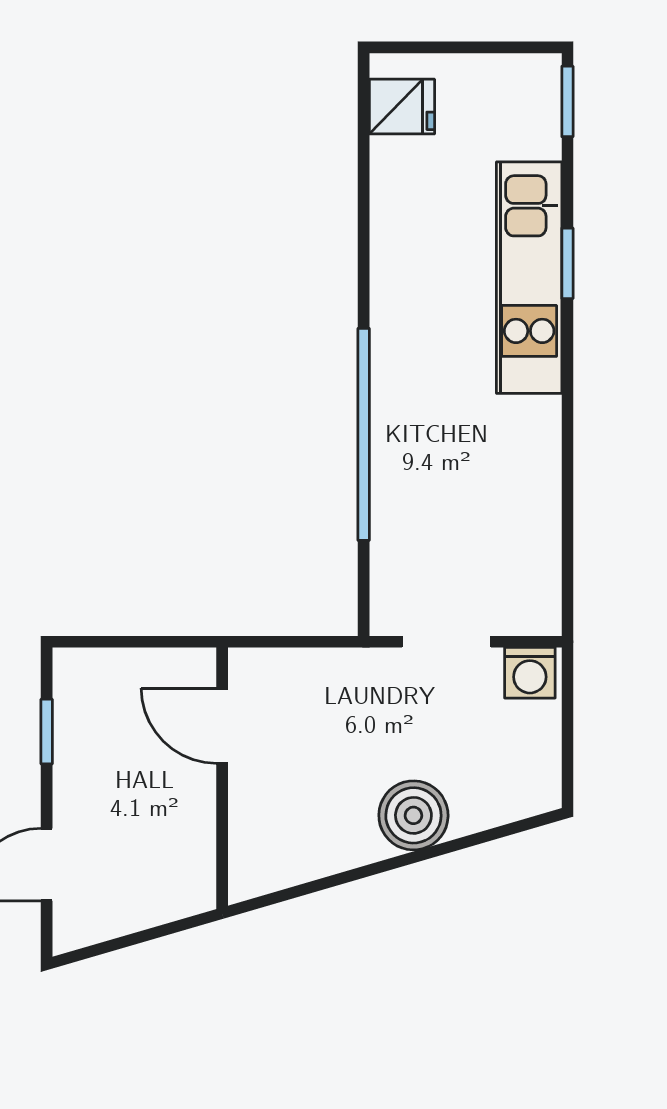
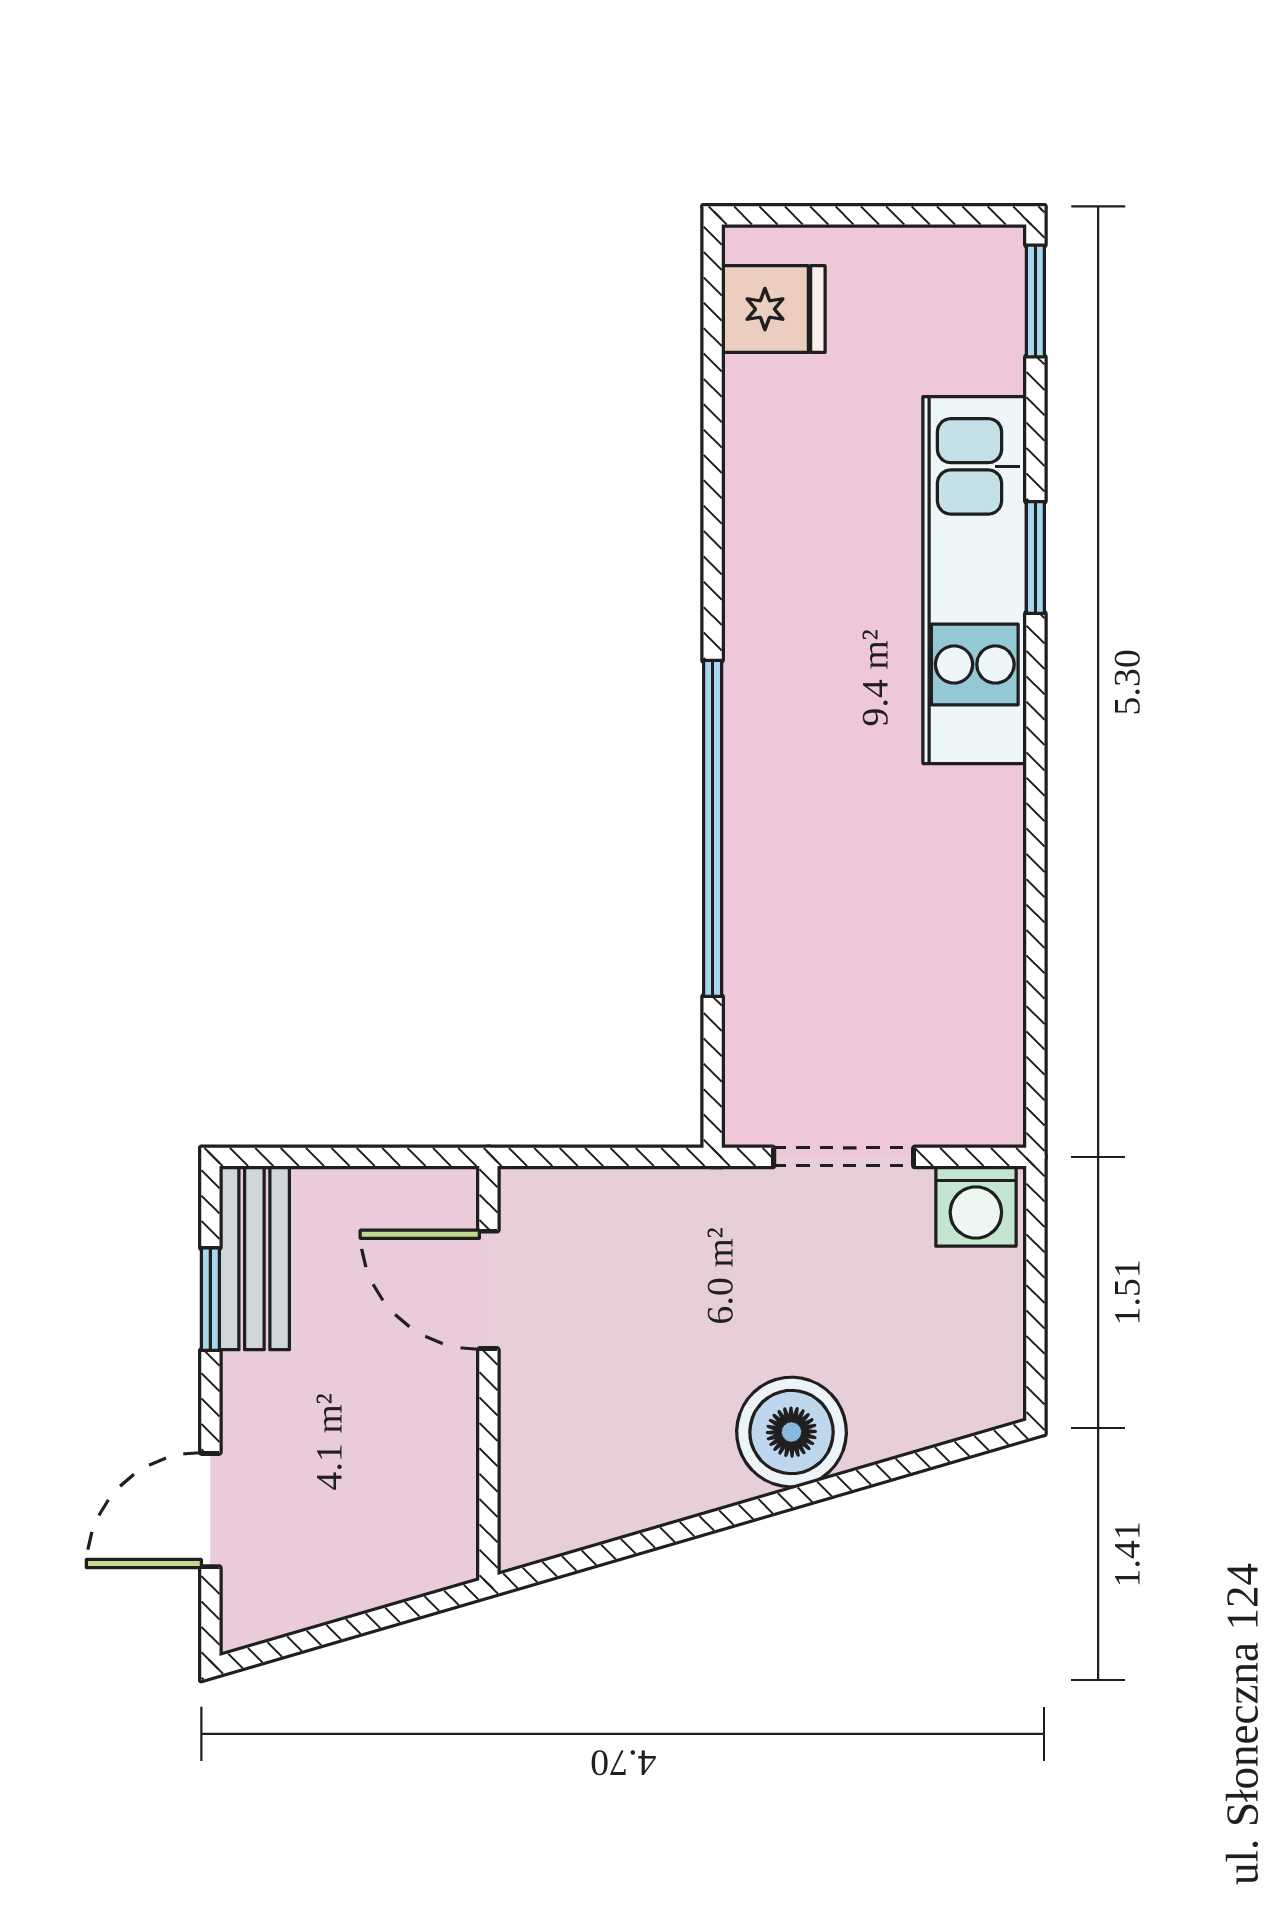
bench: (74, 705) -> (254, 1258), added

